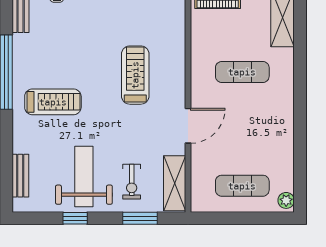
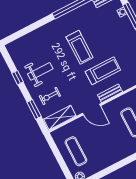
treadmill: (53, 102) -> (80, 47), moved
bench: (20, 176) -> (110, 93), moved
weight bench: (84, 176) -> (40, 71), width x0.73, depth x0.75

